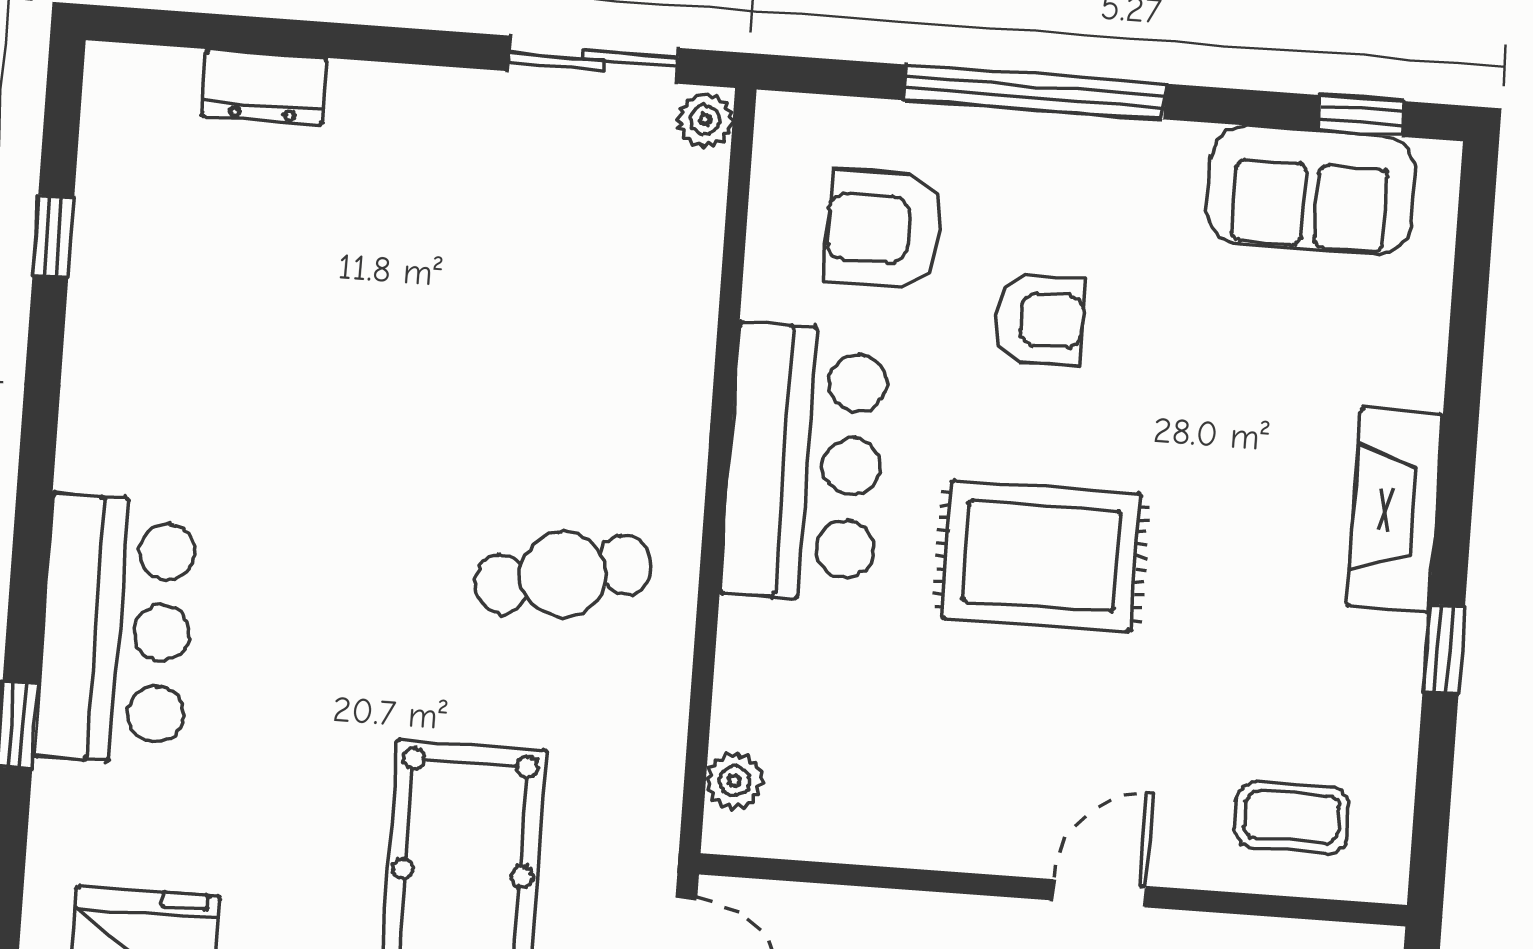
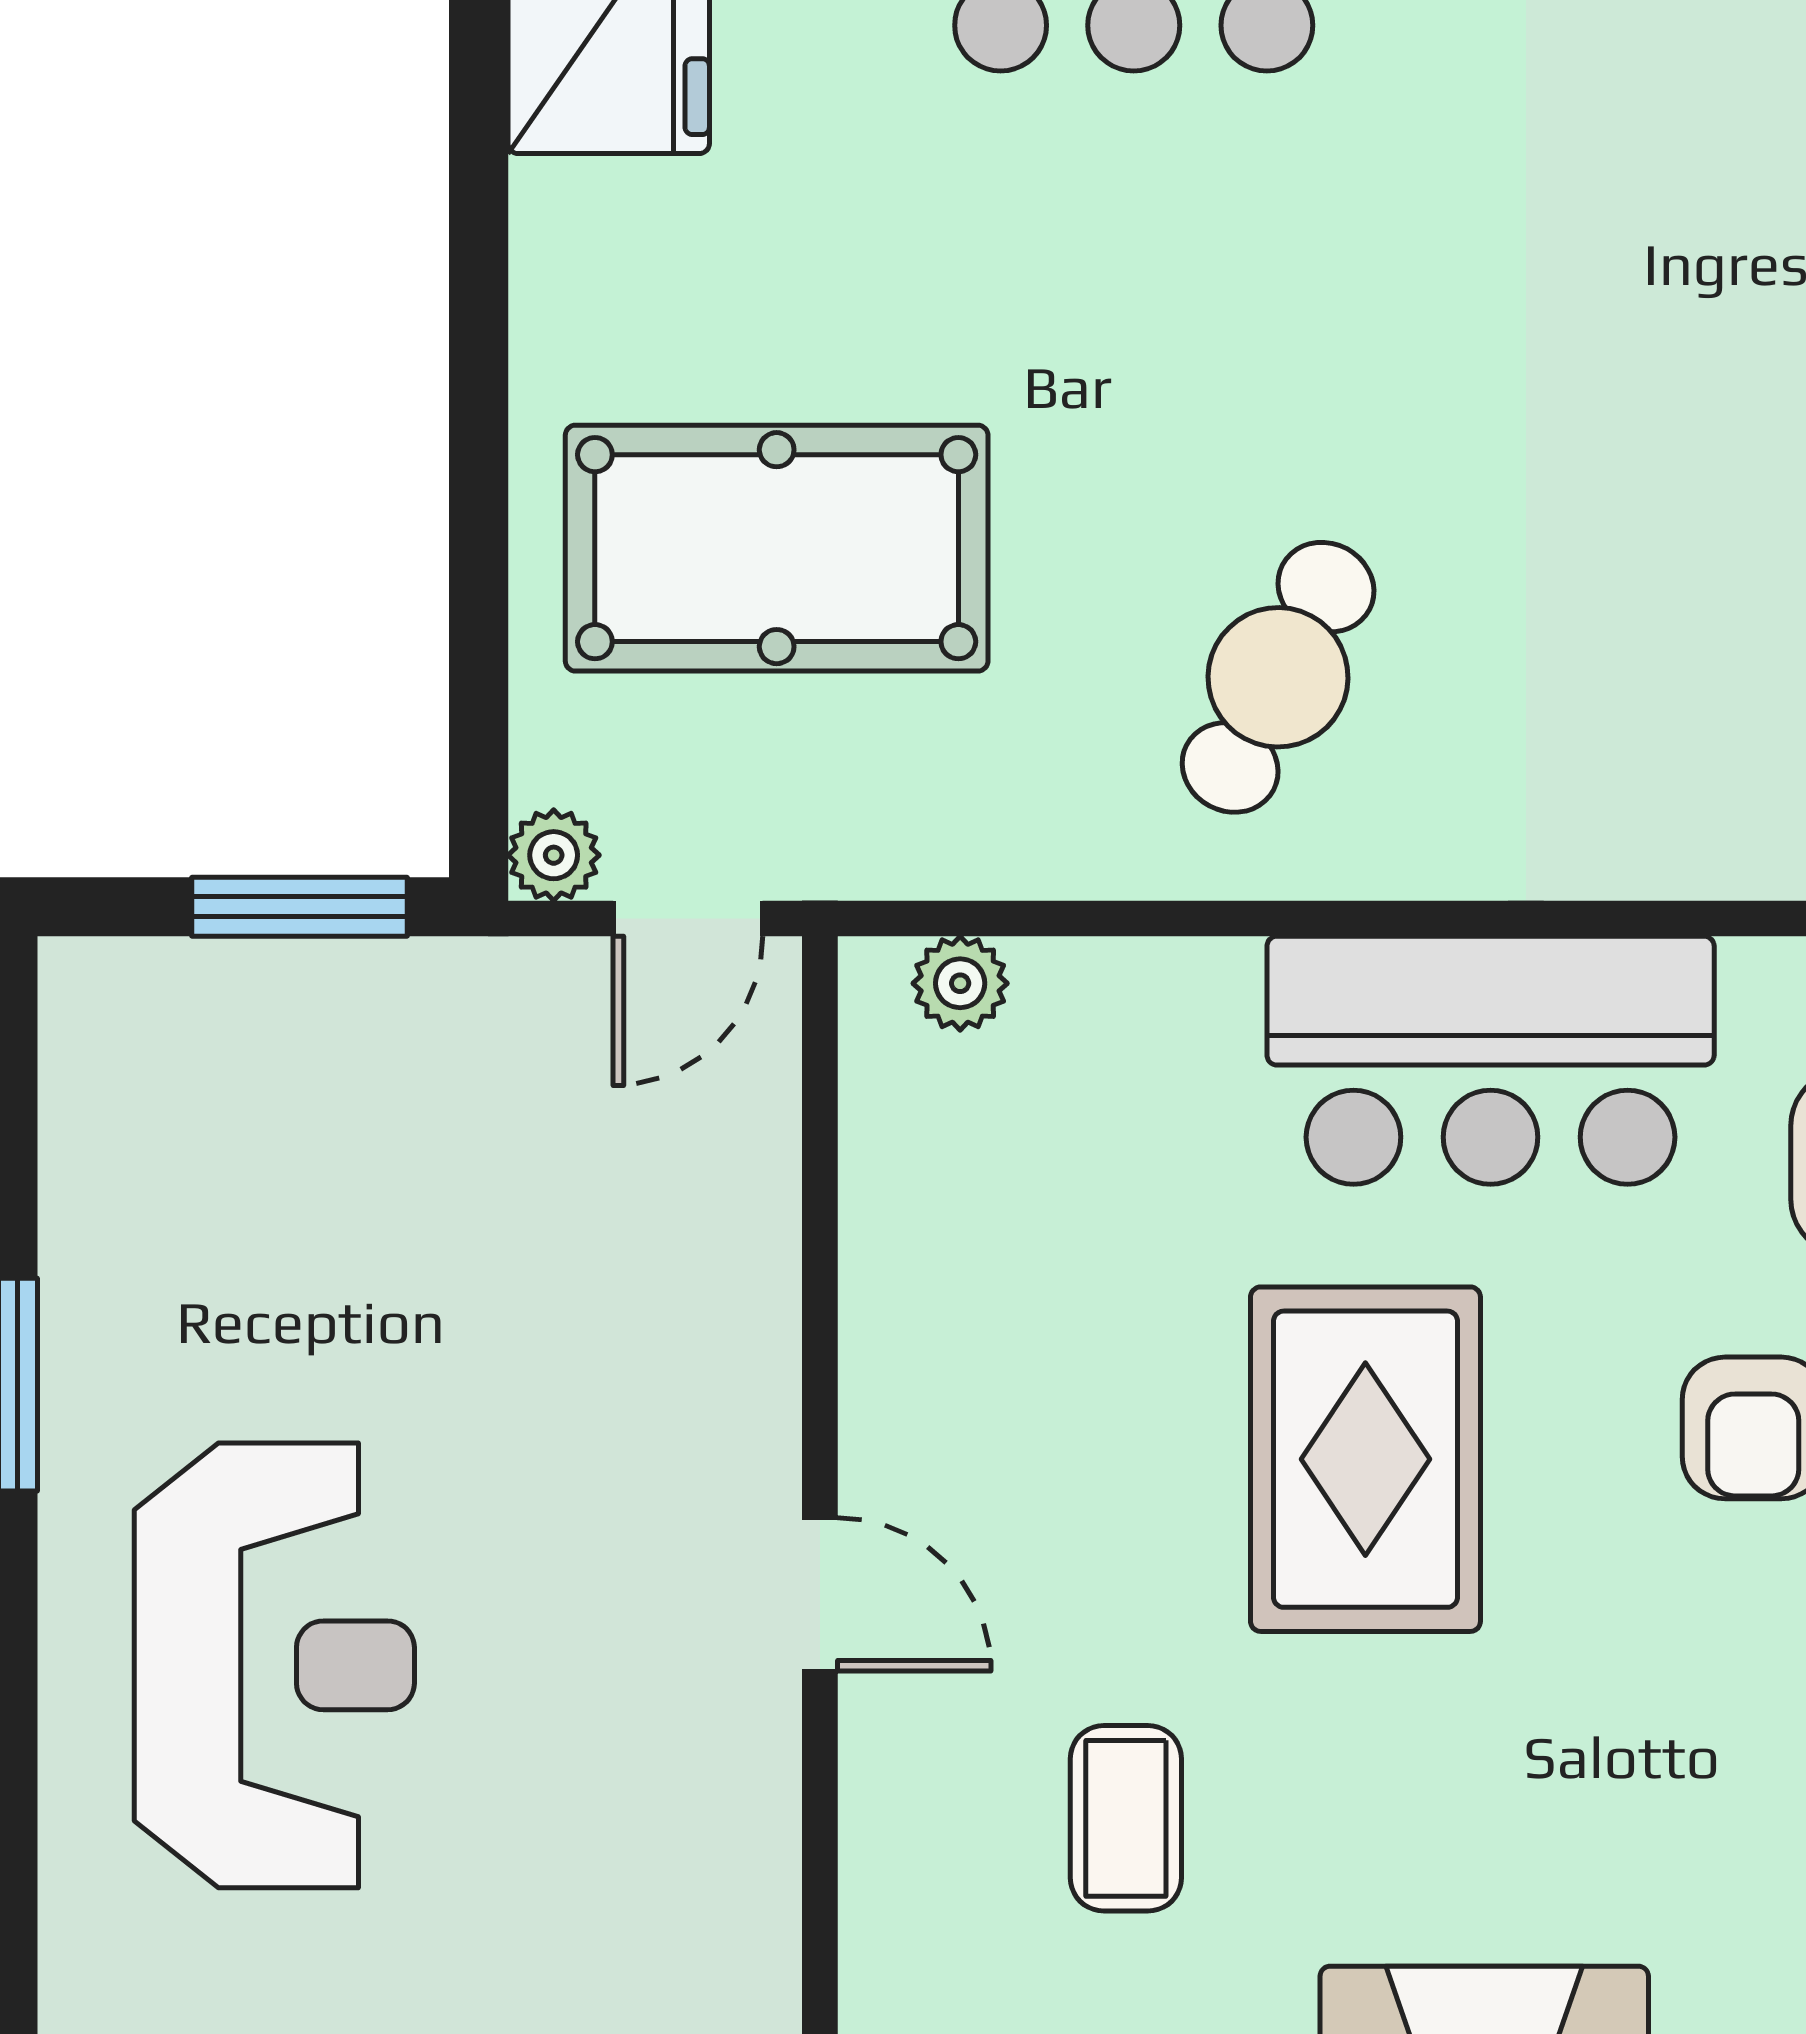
cafe table: (563, 574) -> (1278, 677), turned 41
coffee table: (1292, 817) -> (1126, 1818), moved

